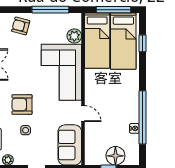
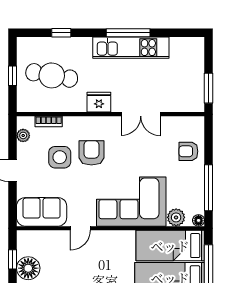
floor lamp: (77, 18) -> (199, 220), added
armchair: (21, 26) -> (188, 151), turned -105
side table: (26, 130) -> (60, 157), width x1.87, depth x1.87

